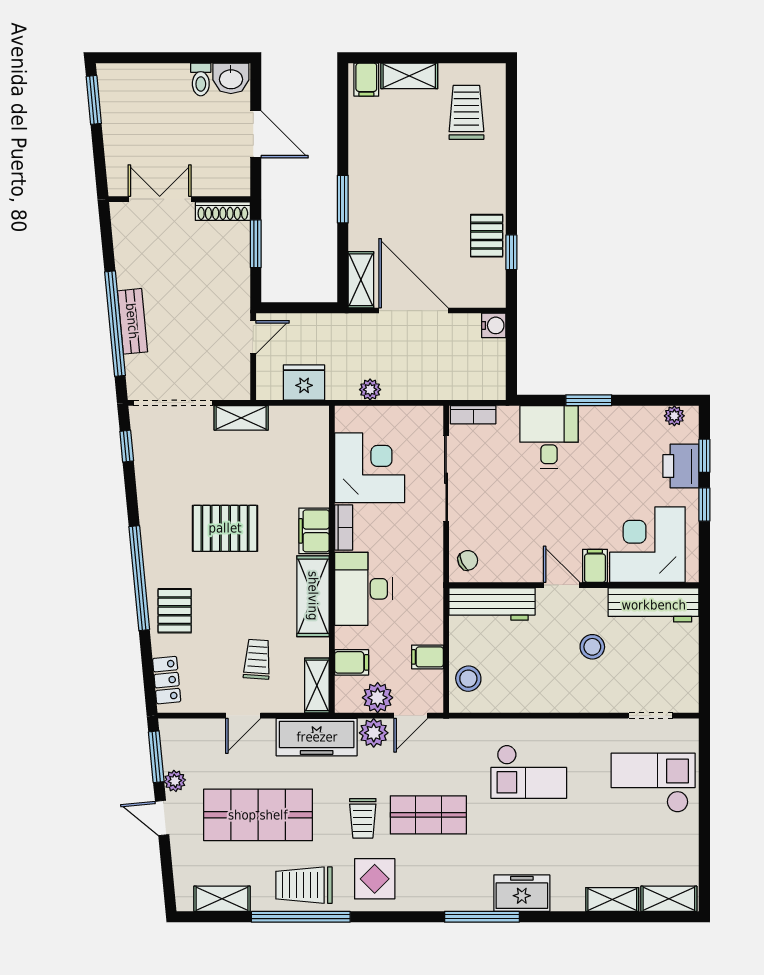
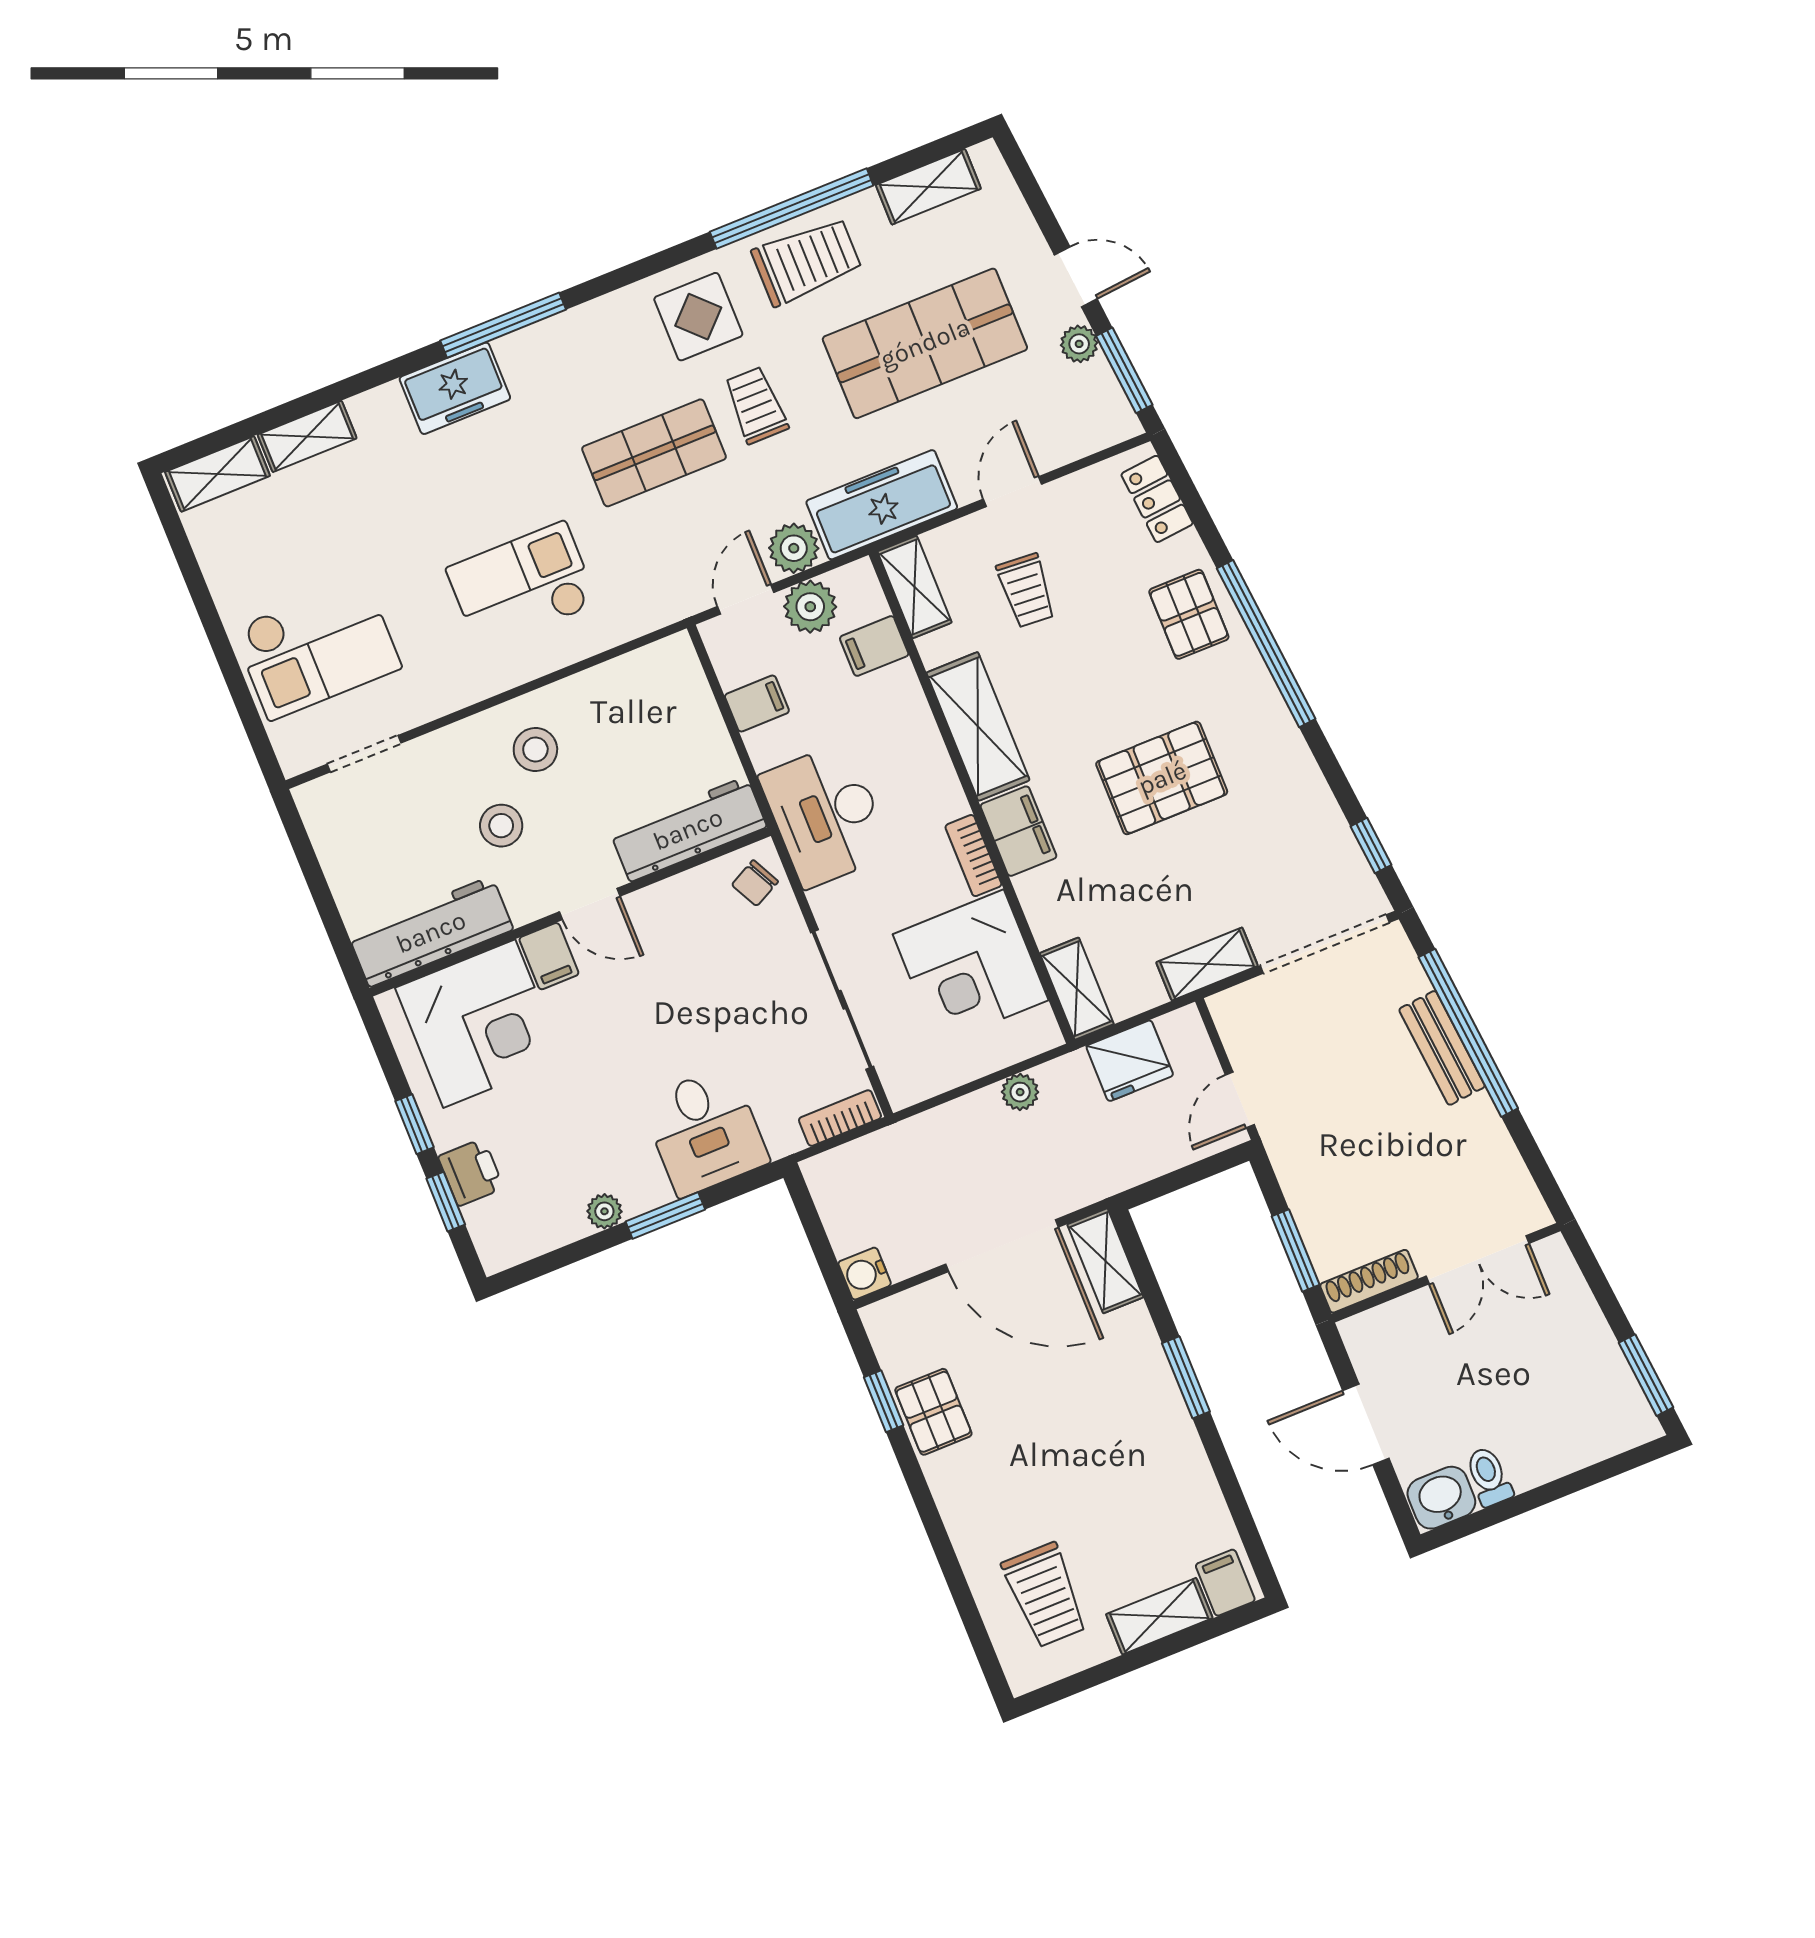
plant: (674, 416) -> (604, 1211), moved
shelving: (317, 433) -> (1077, 989), added
printer: (681, 466) -> (471, 1172), width x0.73, depth x0.81
desk: (363, 589) -> (826, 815), moved, turned 180
stool: (468, 679) -> (535, 750), moved

